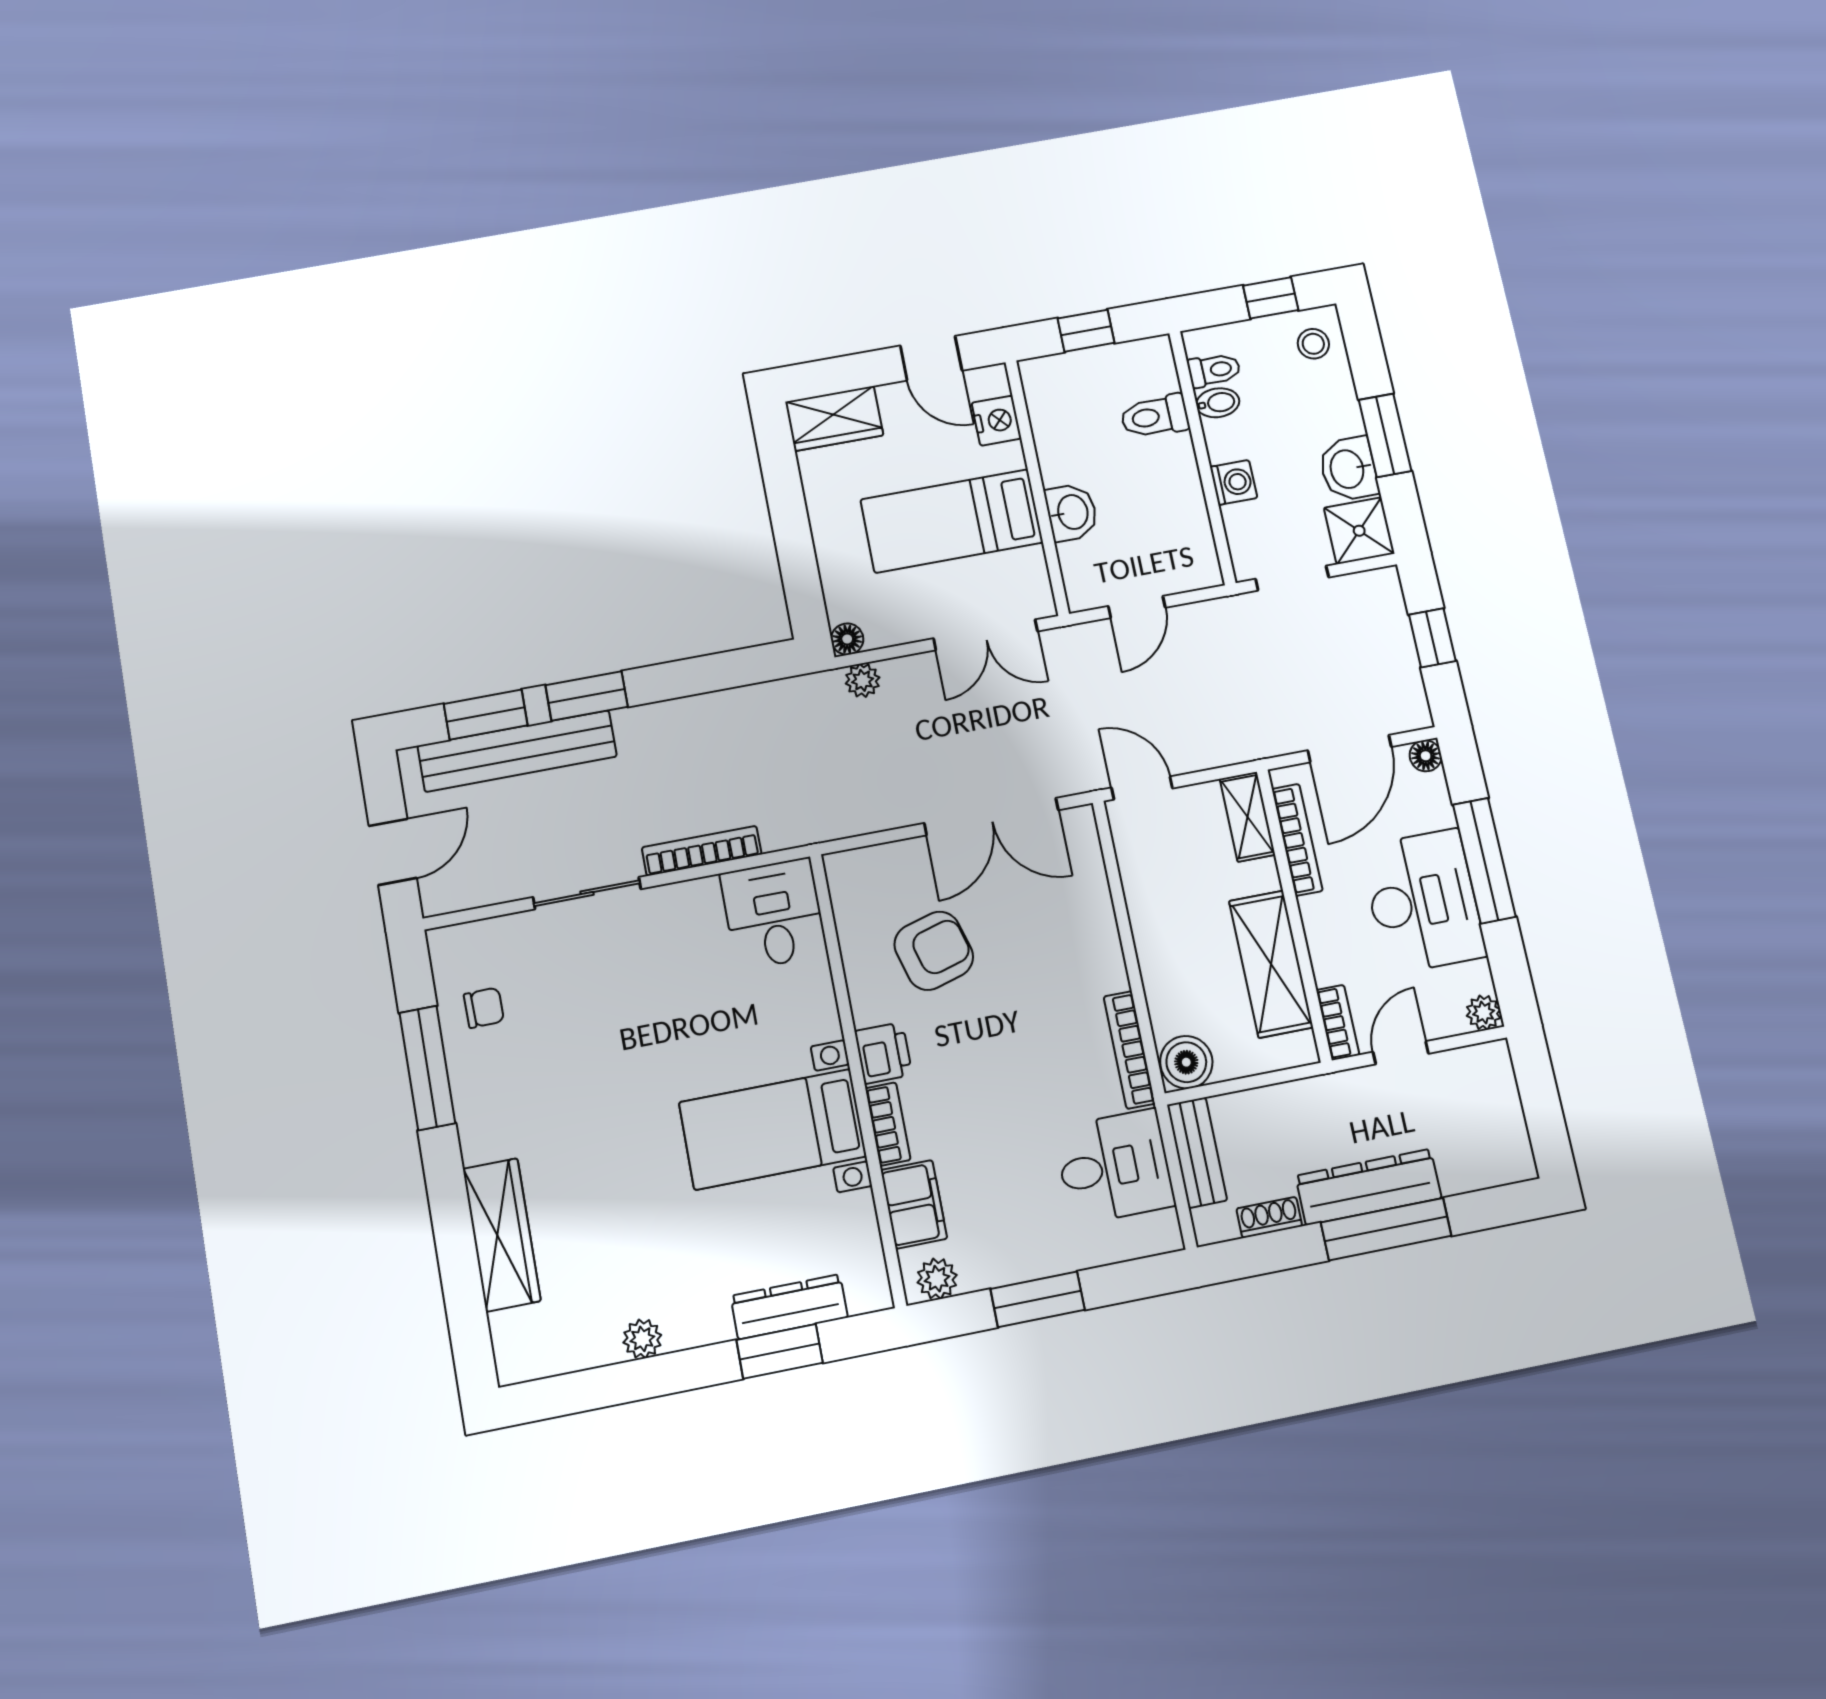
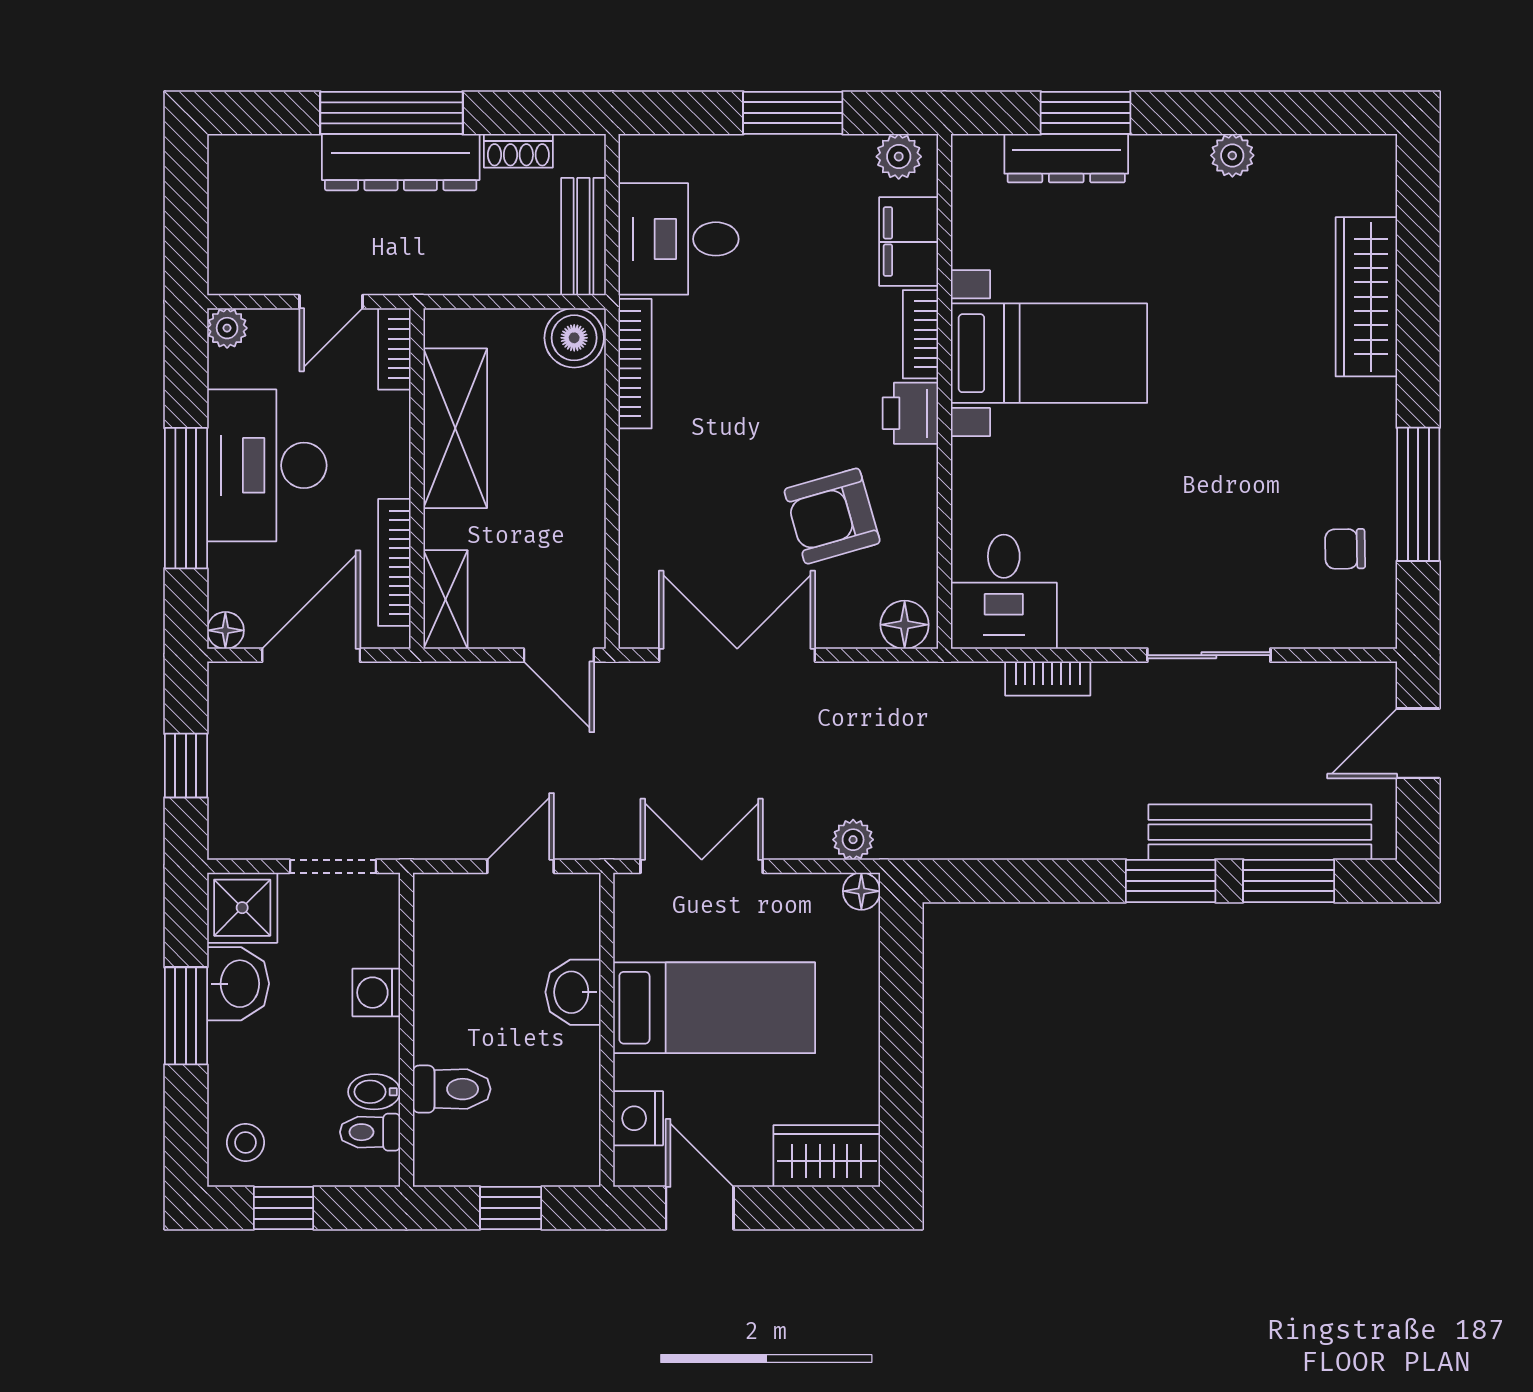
bookcase: (702, 851) -> (1048, 679), width x0.64
floor lamp: (854, 870) -> (905, 625), added

